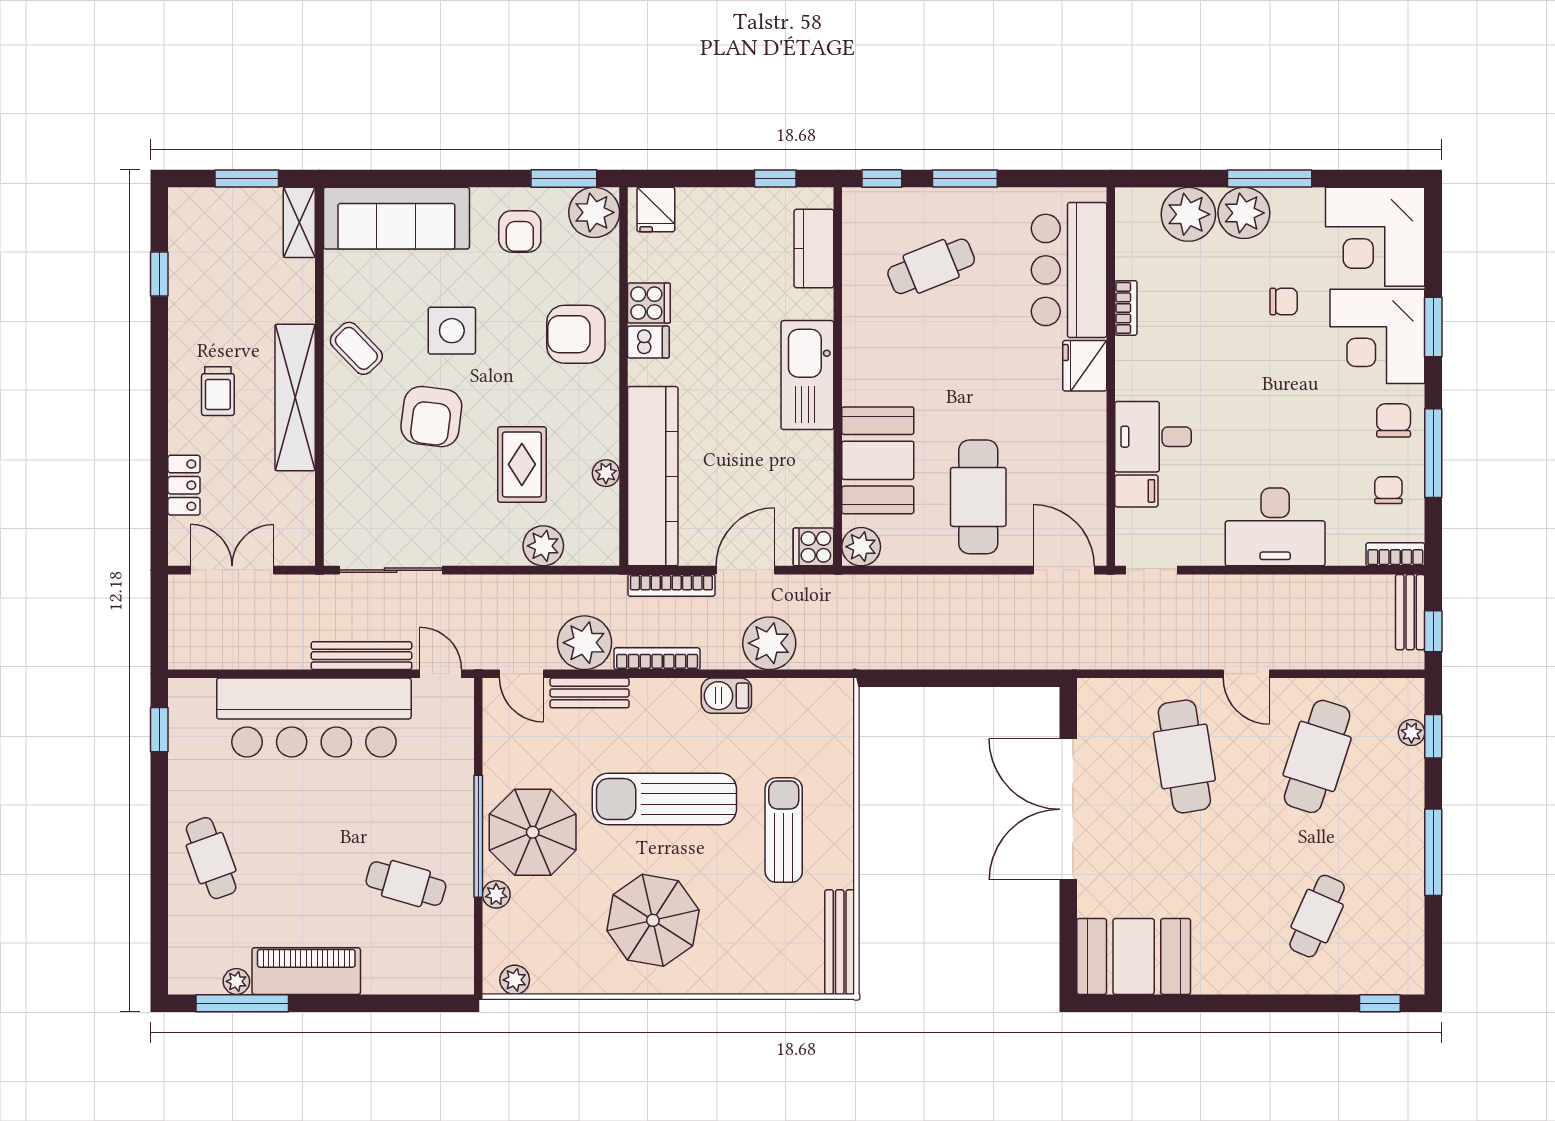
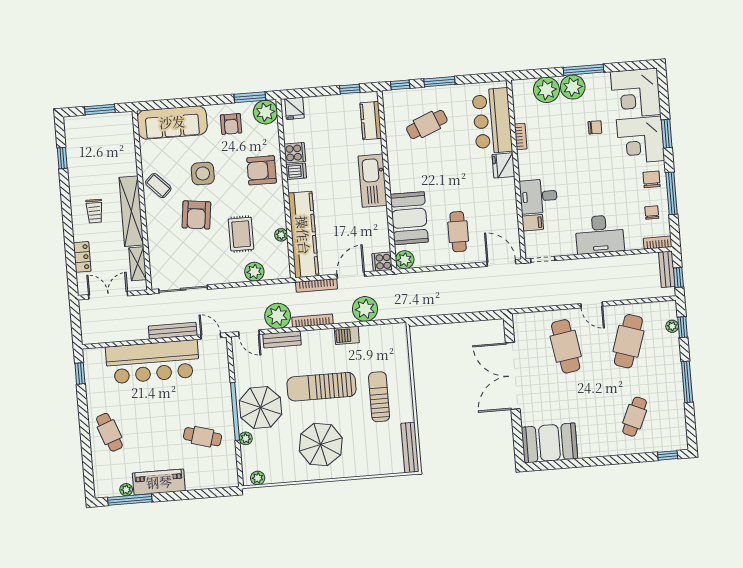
shelving: (299, 222) -> (138, 264), moved
cafe table: (978, 497) -> (458, 232), width x0.73, depth x0.74

